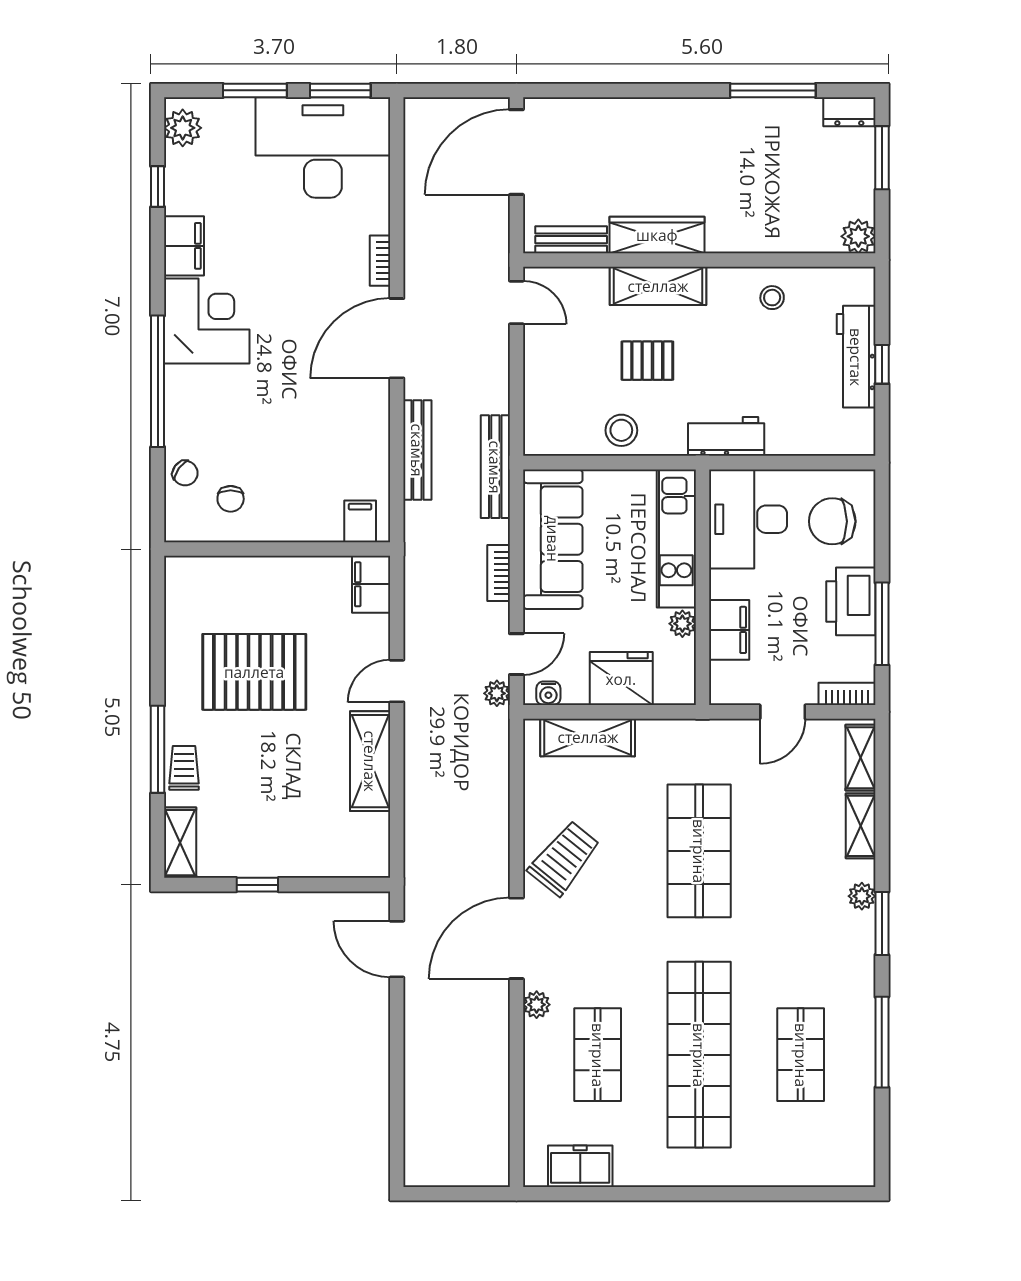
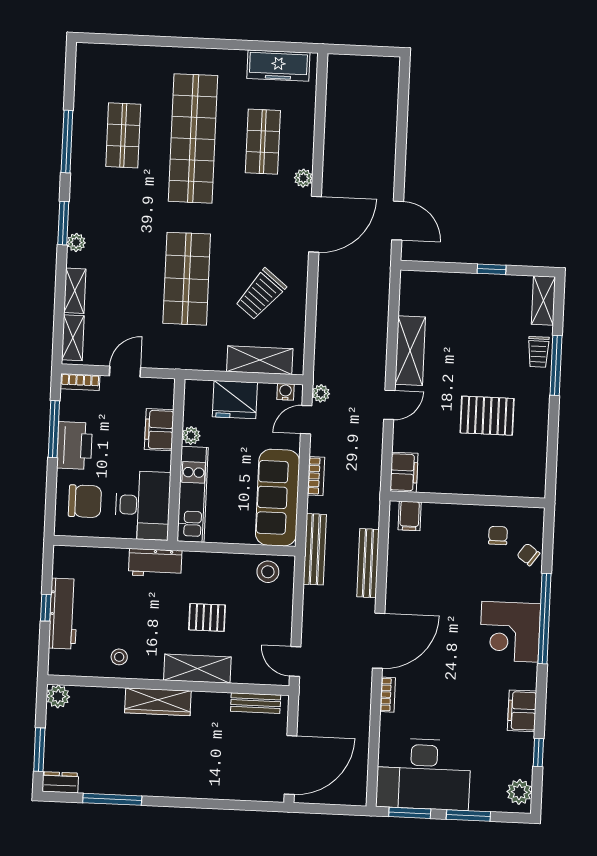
wardrobe: (657, 235) -> (158, 702), moved
corner desk: (207, 321) -> (510, 632), moved
stool: (621, 430) -> (268, 572), moved
pallet: (254, 672) -> (487, 416), width x0.73, depth x0.71
trolley: (564, 858) -> (261, 294), moved
freezer: (580, 1166) -> (278, 66), width x1.40

